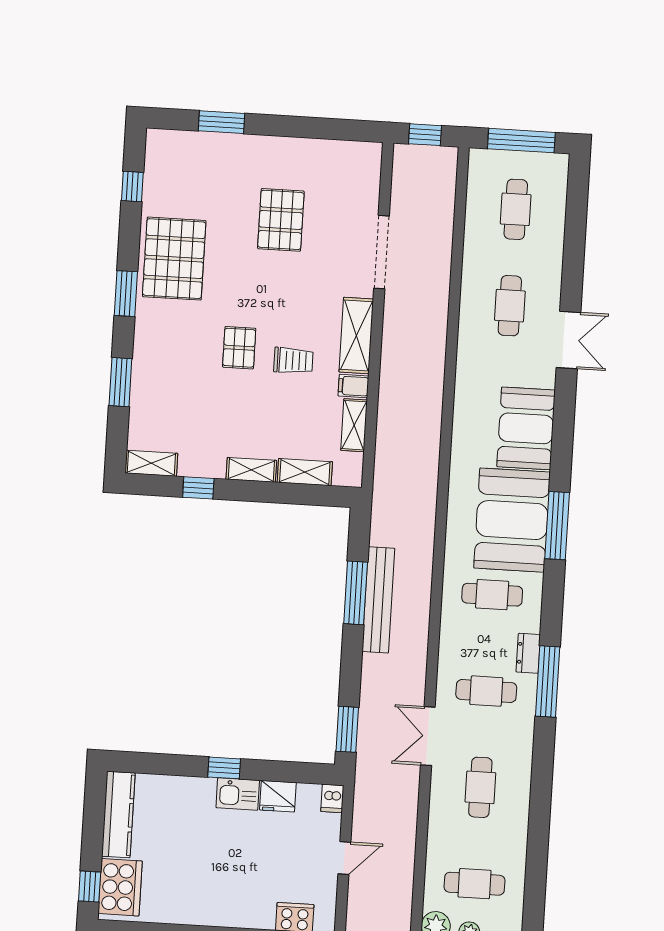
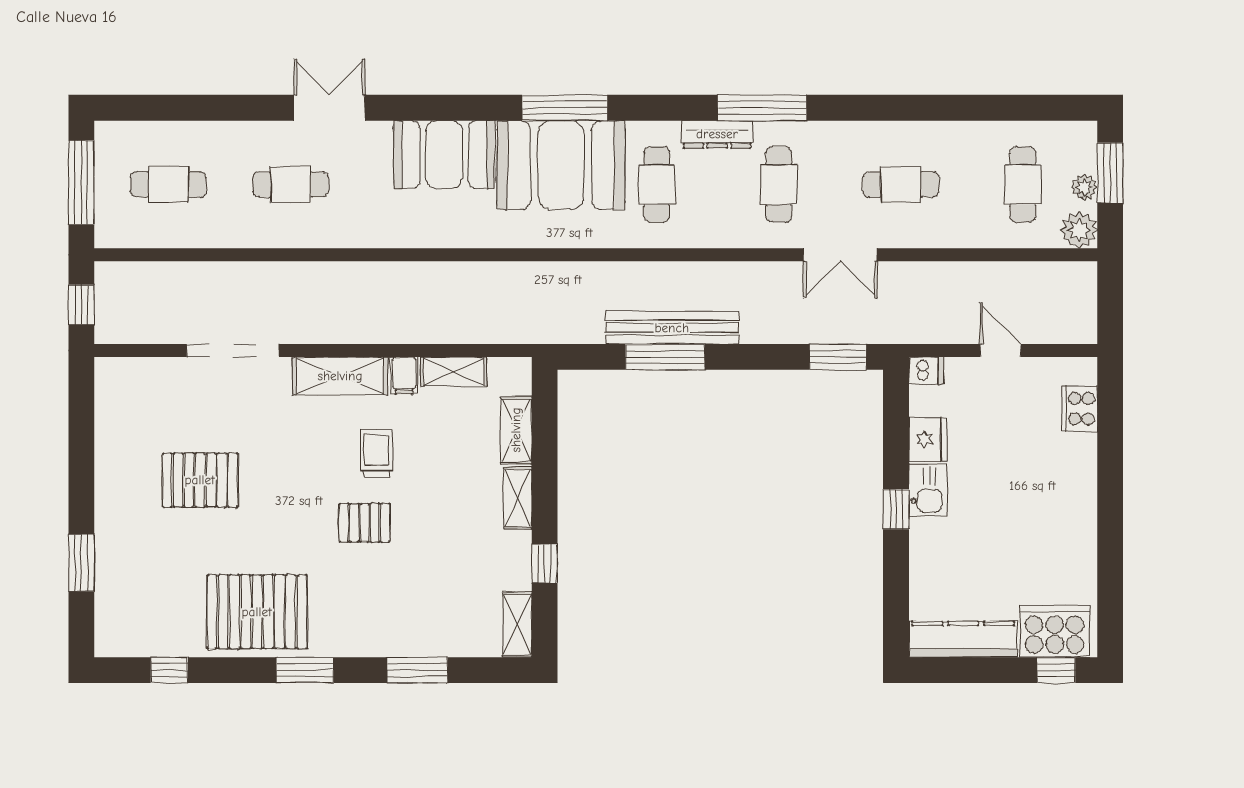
dresser: (528, 653) -> (717, 134), width x1.44

